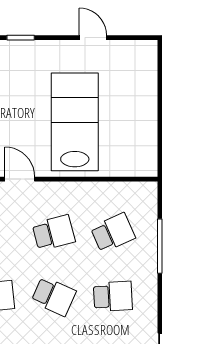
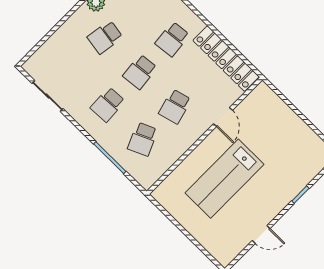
lab bench: (75, 122) -> (225, 179), turned 90
door: (20, 179) -> (223, 117), hinge flipped
school desk: (54, 296) -> (140, 72), turned -30

